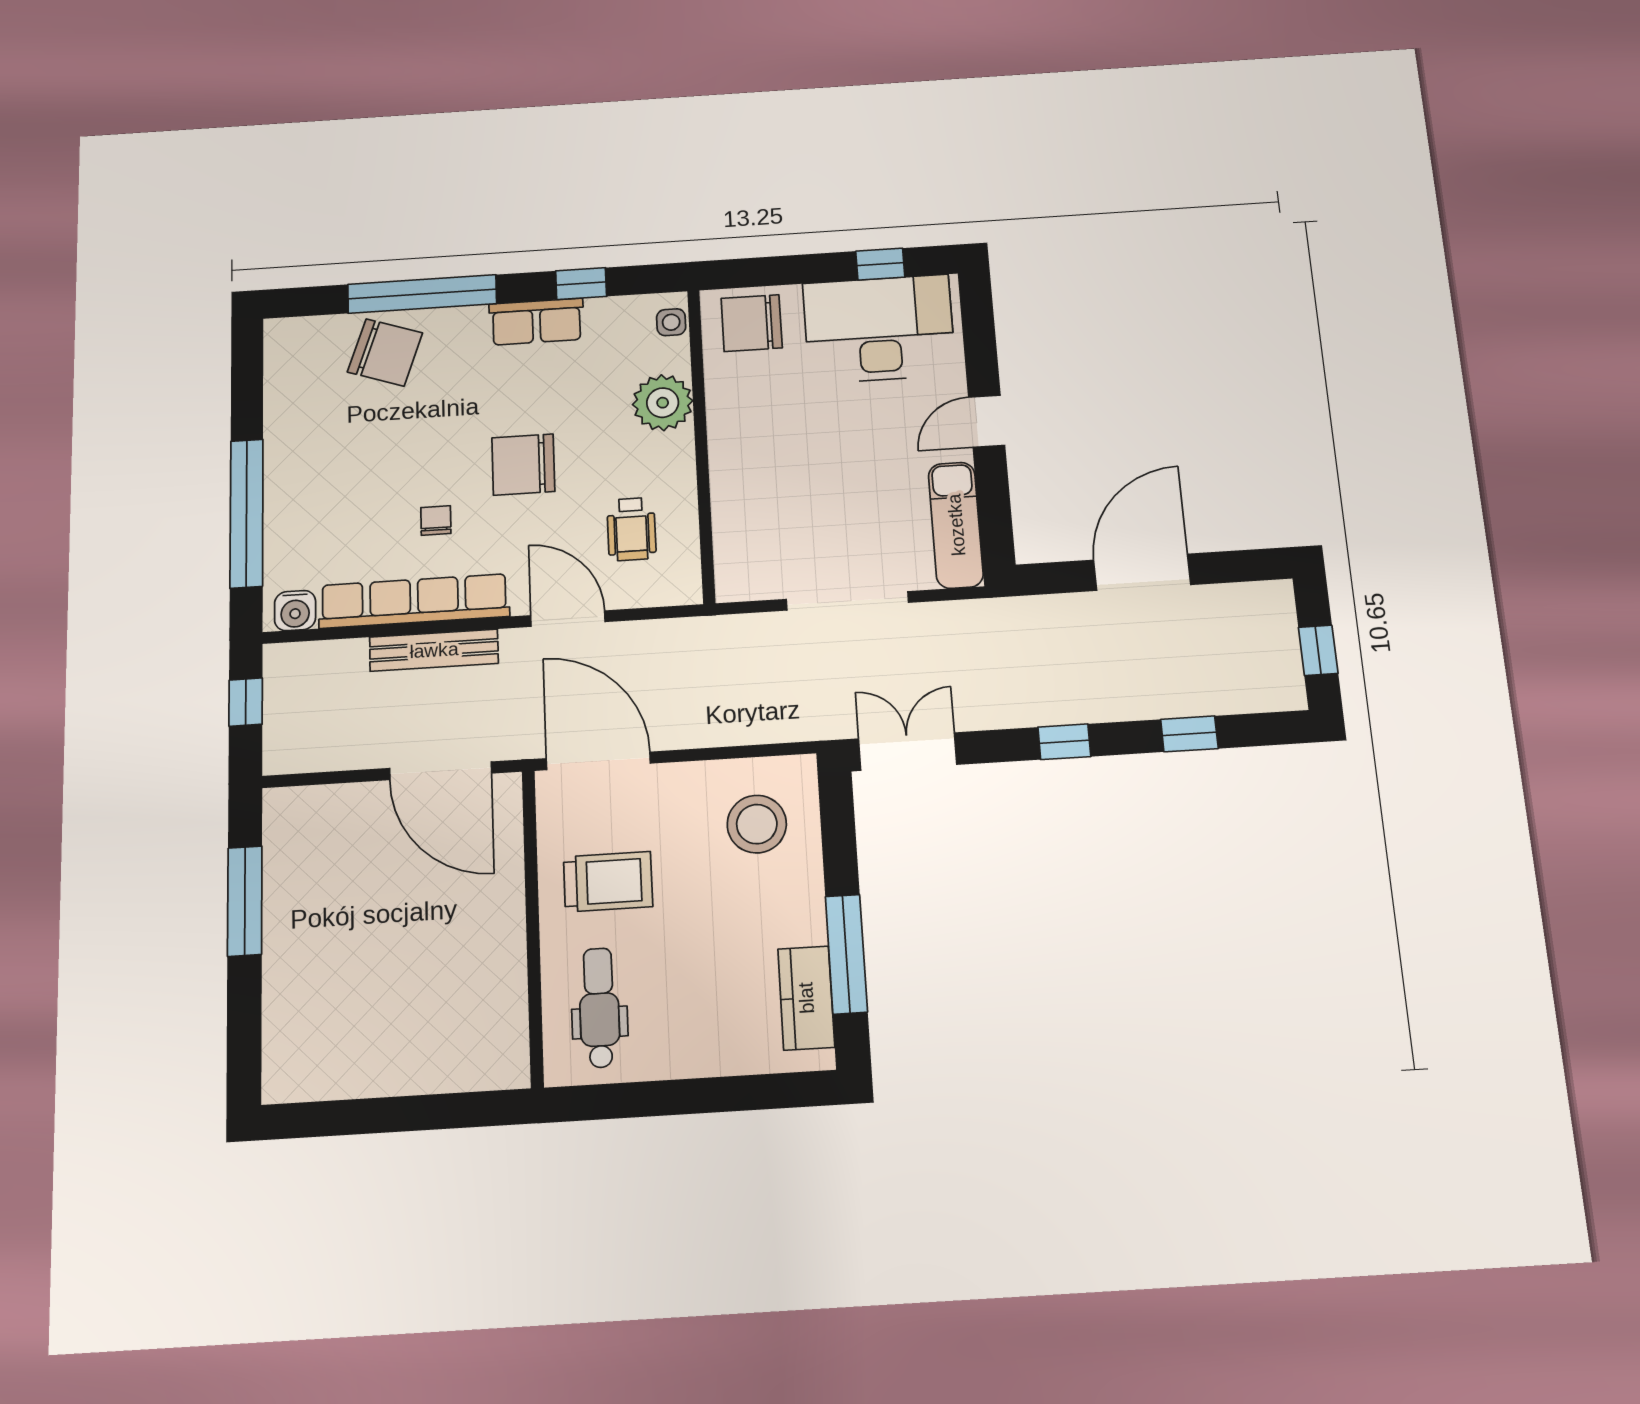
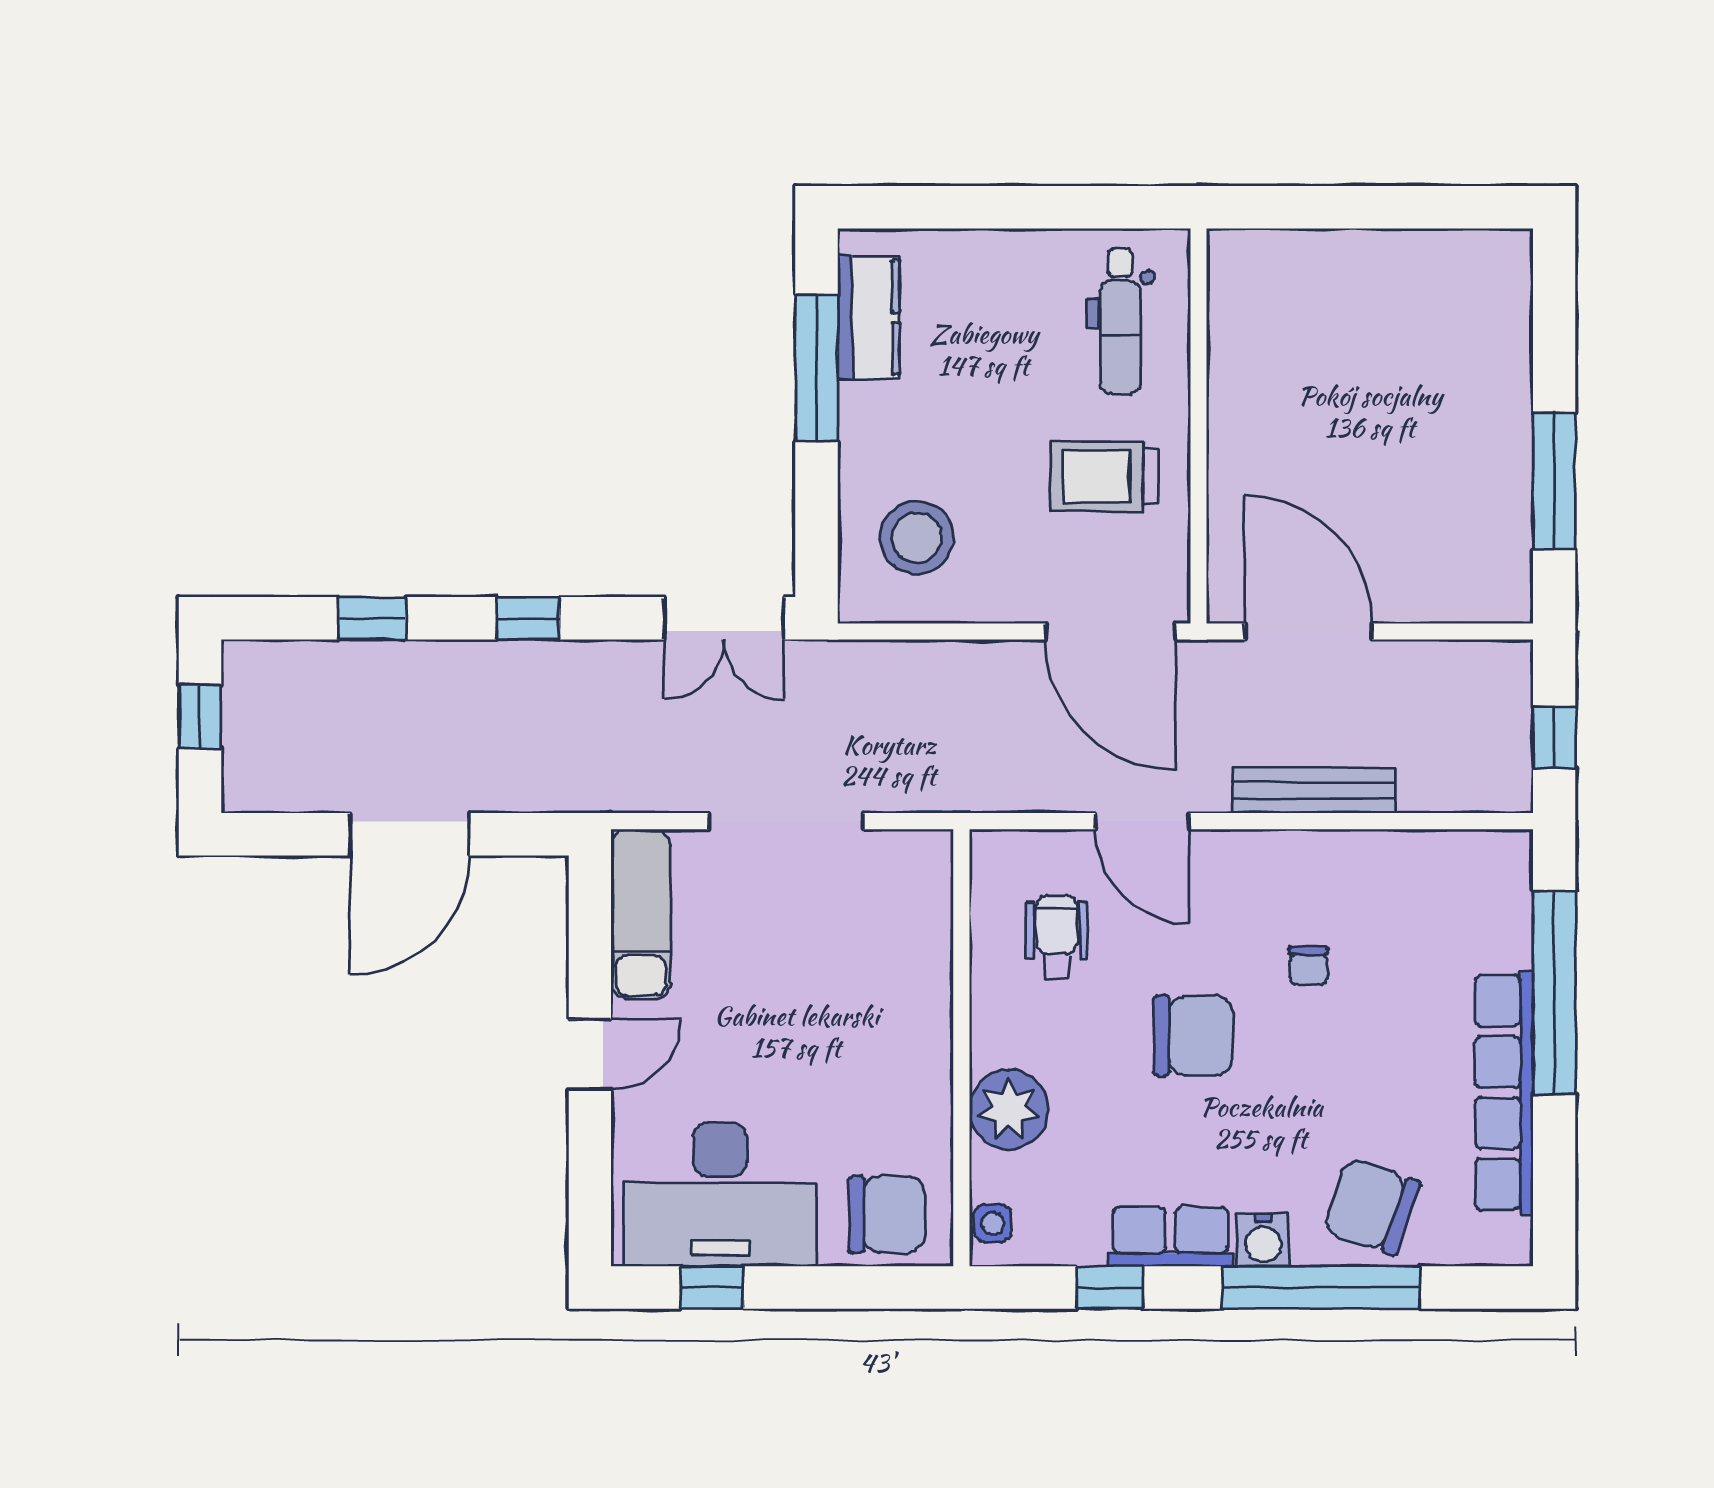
row of seats: (414, 601) -> (1504, 1093), moved, turned 90
water cooler: (295, 611) -> (1263, 1240), moved, turned 180

